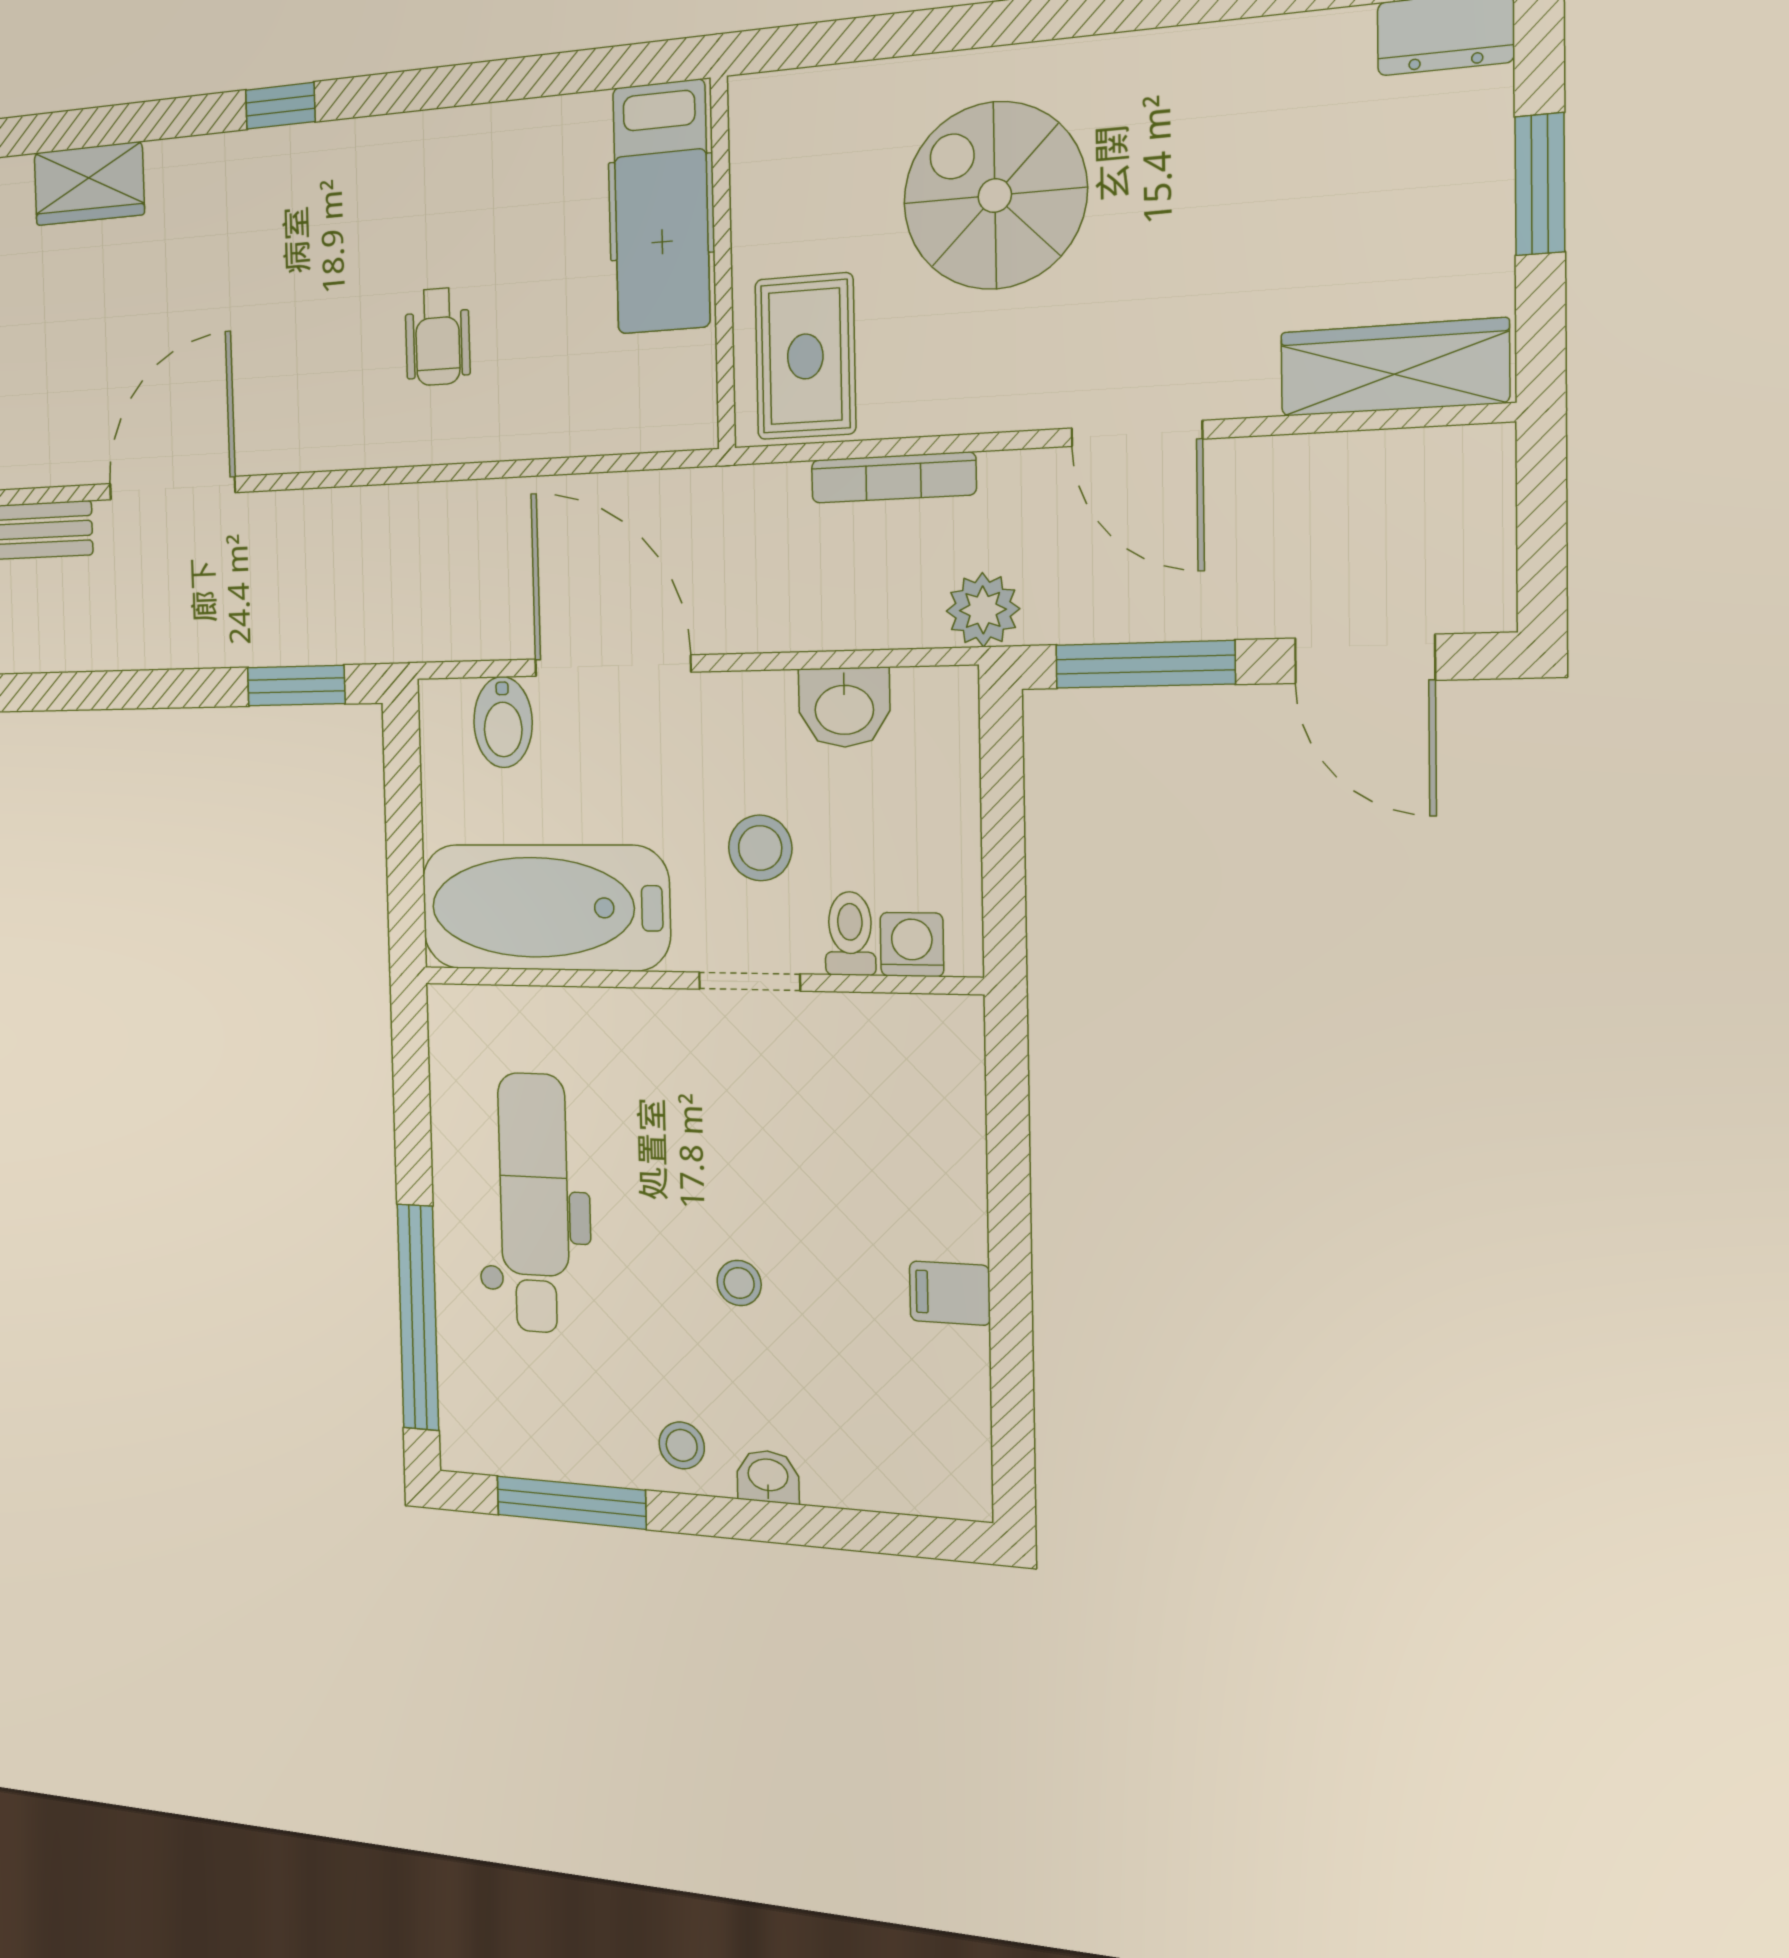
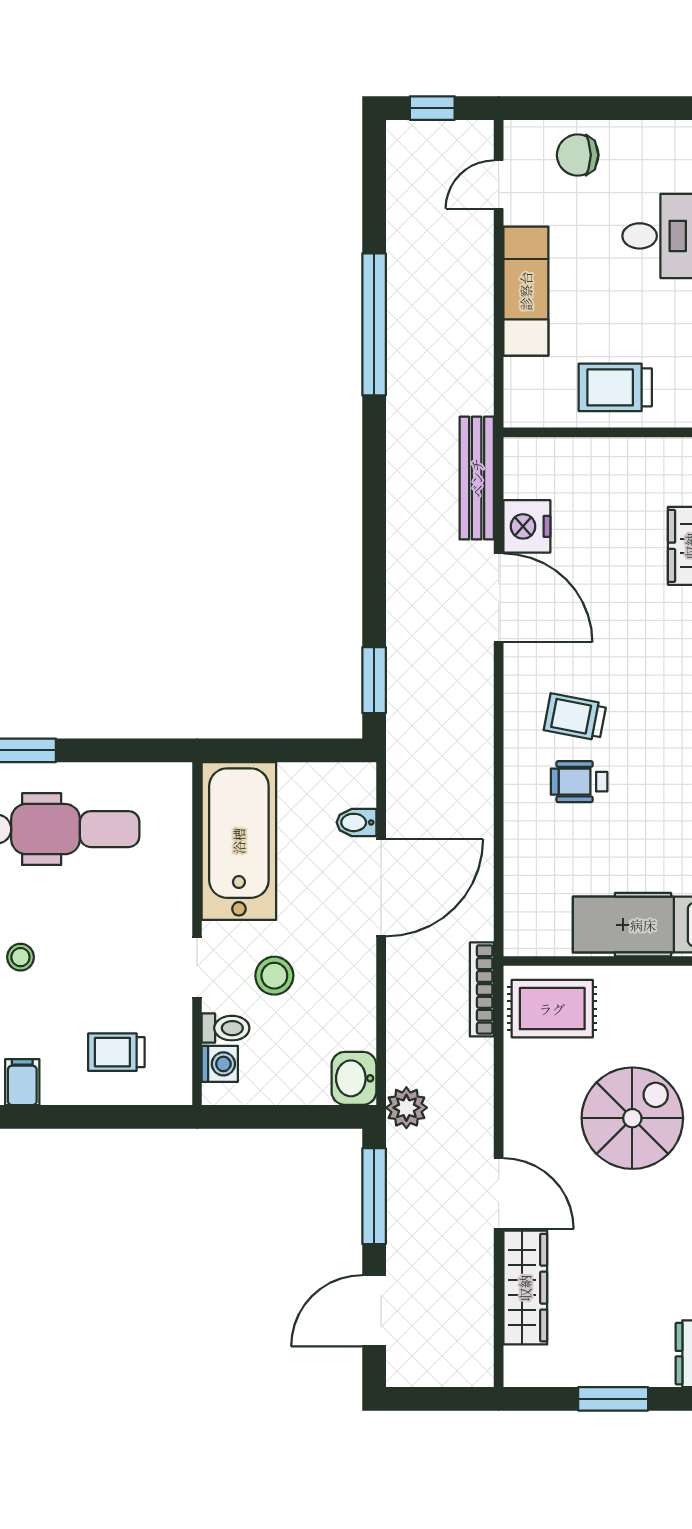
trolley: (340, 351) -> (575, 717), added
wardrobe: (1394, 367) -> (525, 1288), moved
door: (1137, 434) -> (499, 1193), swing flipped
nightstand: (72, 449) -> (527, 526), added
bookcase: (893, 478) -> (482, 989), moved
washbasin: (844, 707) -> (354, 1078), moved
bidet: (503, 722) -> (356, 822), width x0.72, depth x0.74
trolley: (895, 1126) -> (116, 1052), added

